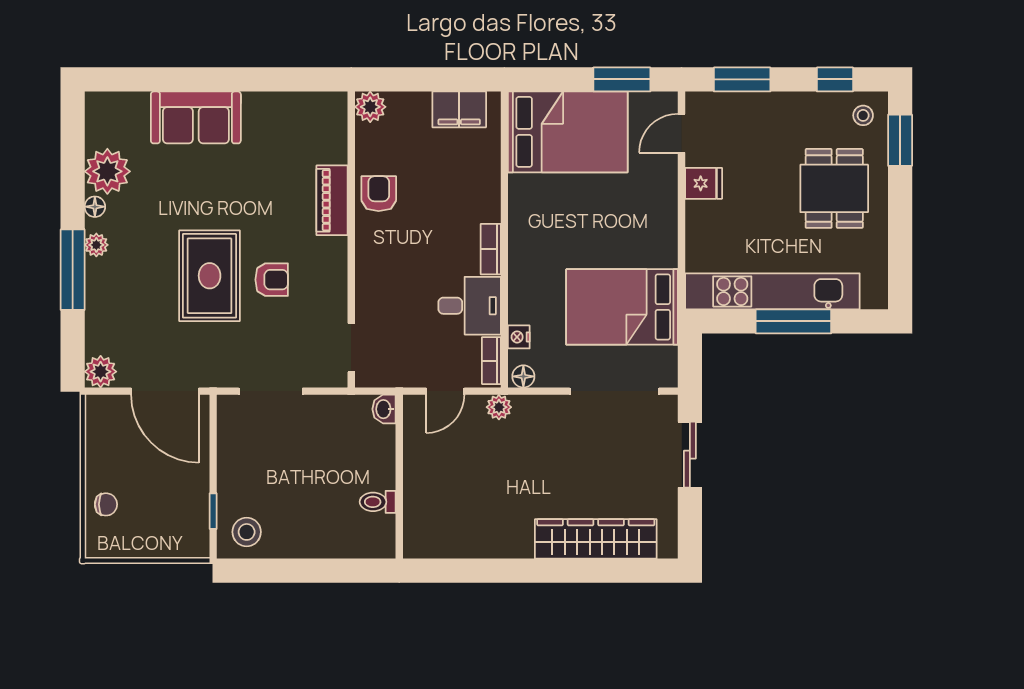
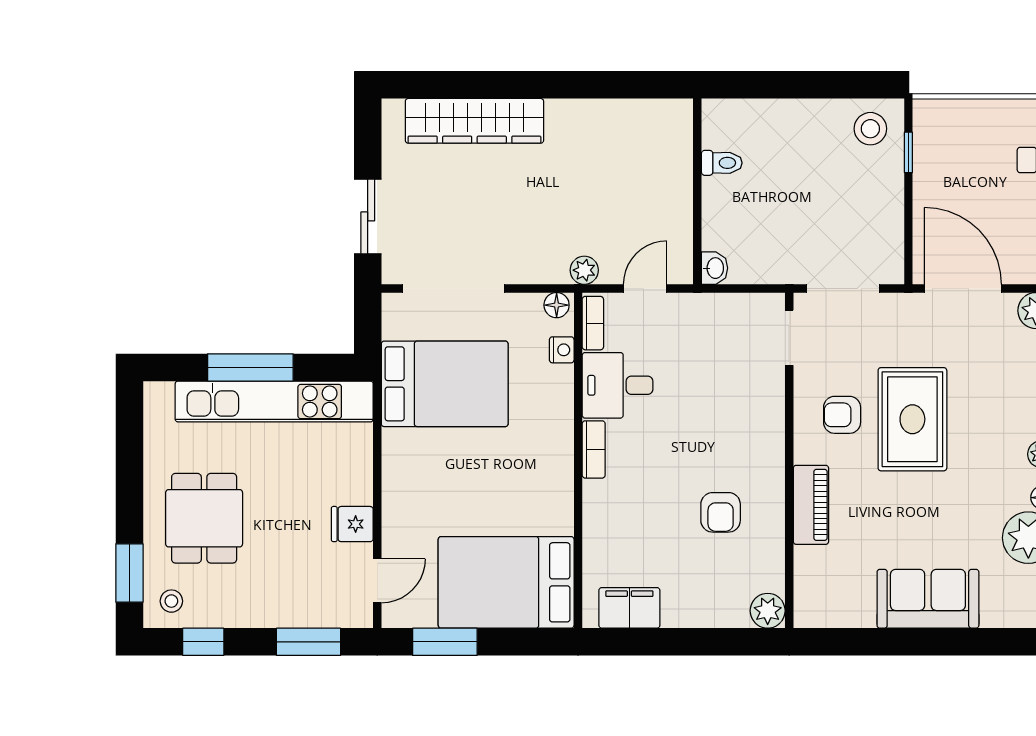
plant: (370, 107) -> (768, 611), moved
piano: (332, 200) -> (811, 505), moved
wall: (351, 240) -> (789, 460), moved
doorway: (351, 348) -> (789, 338), moved

